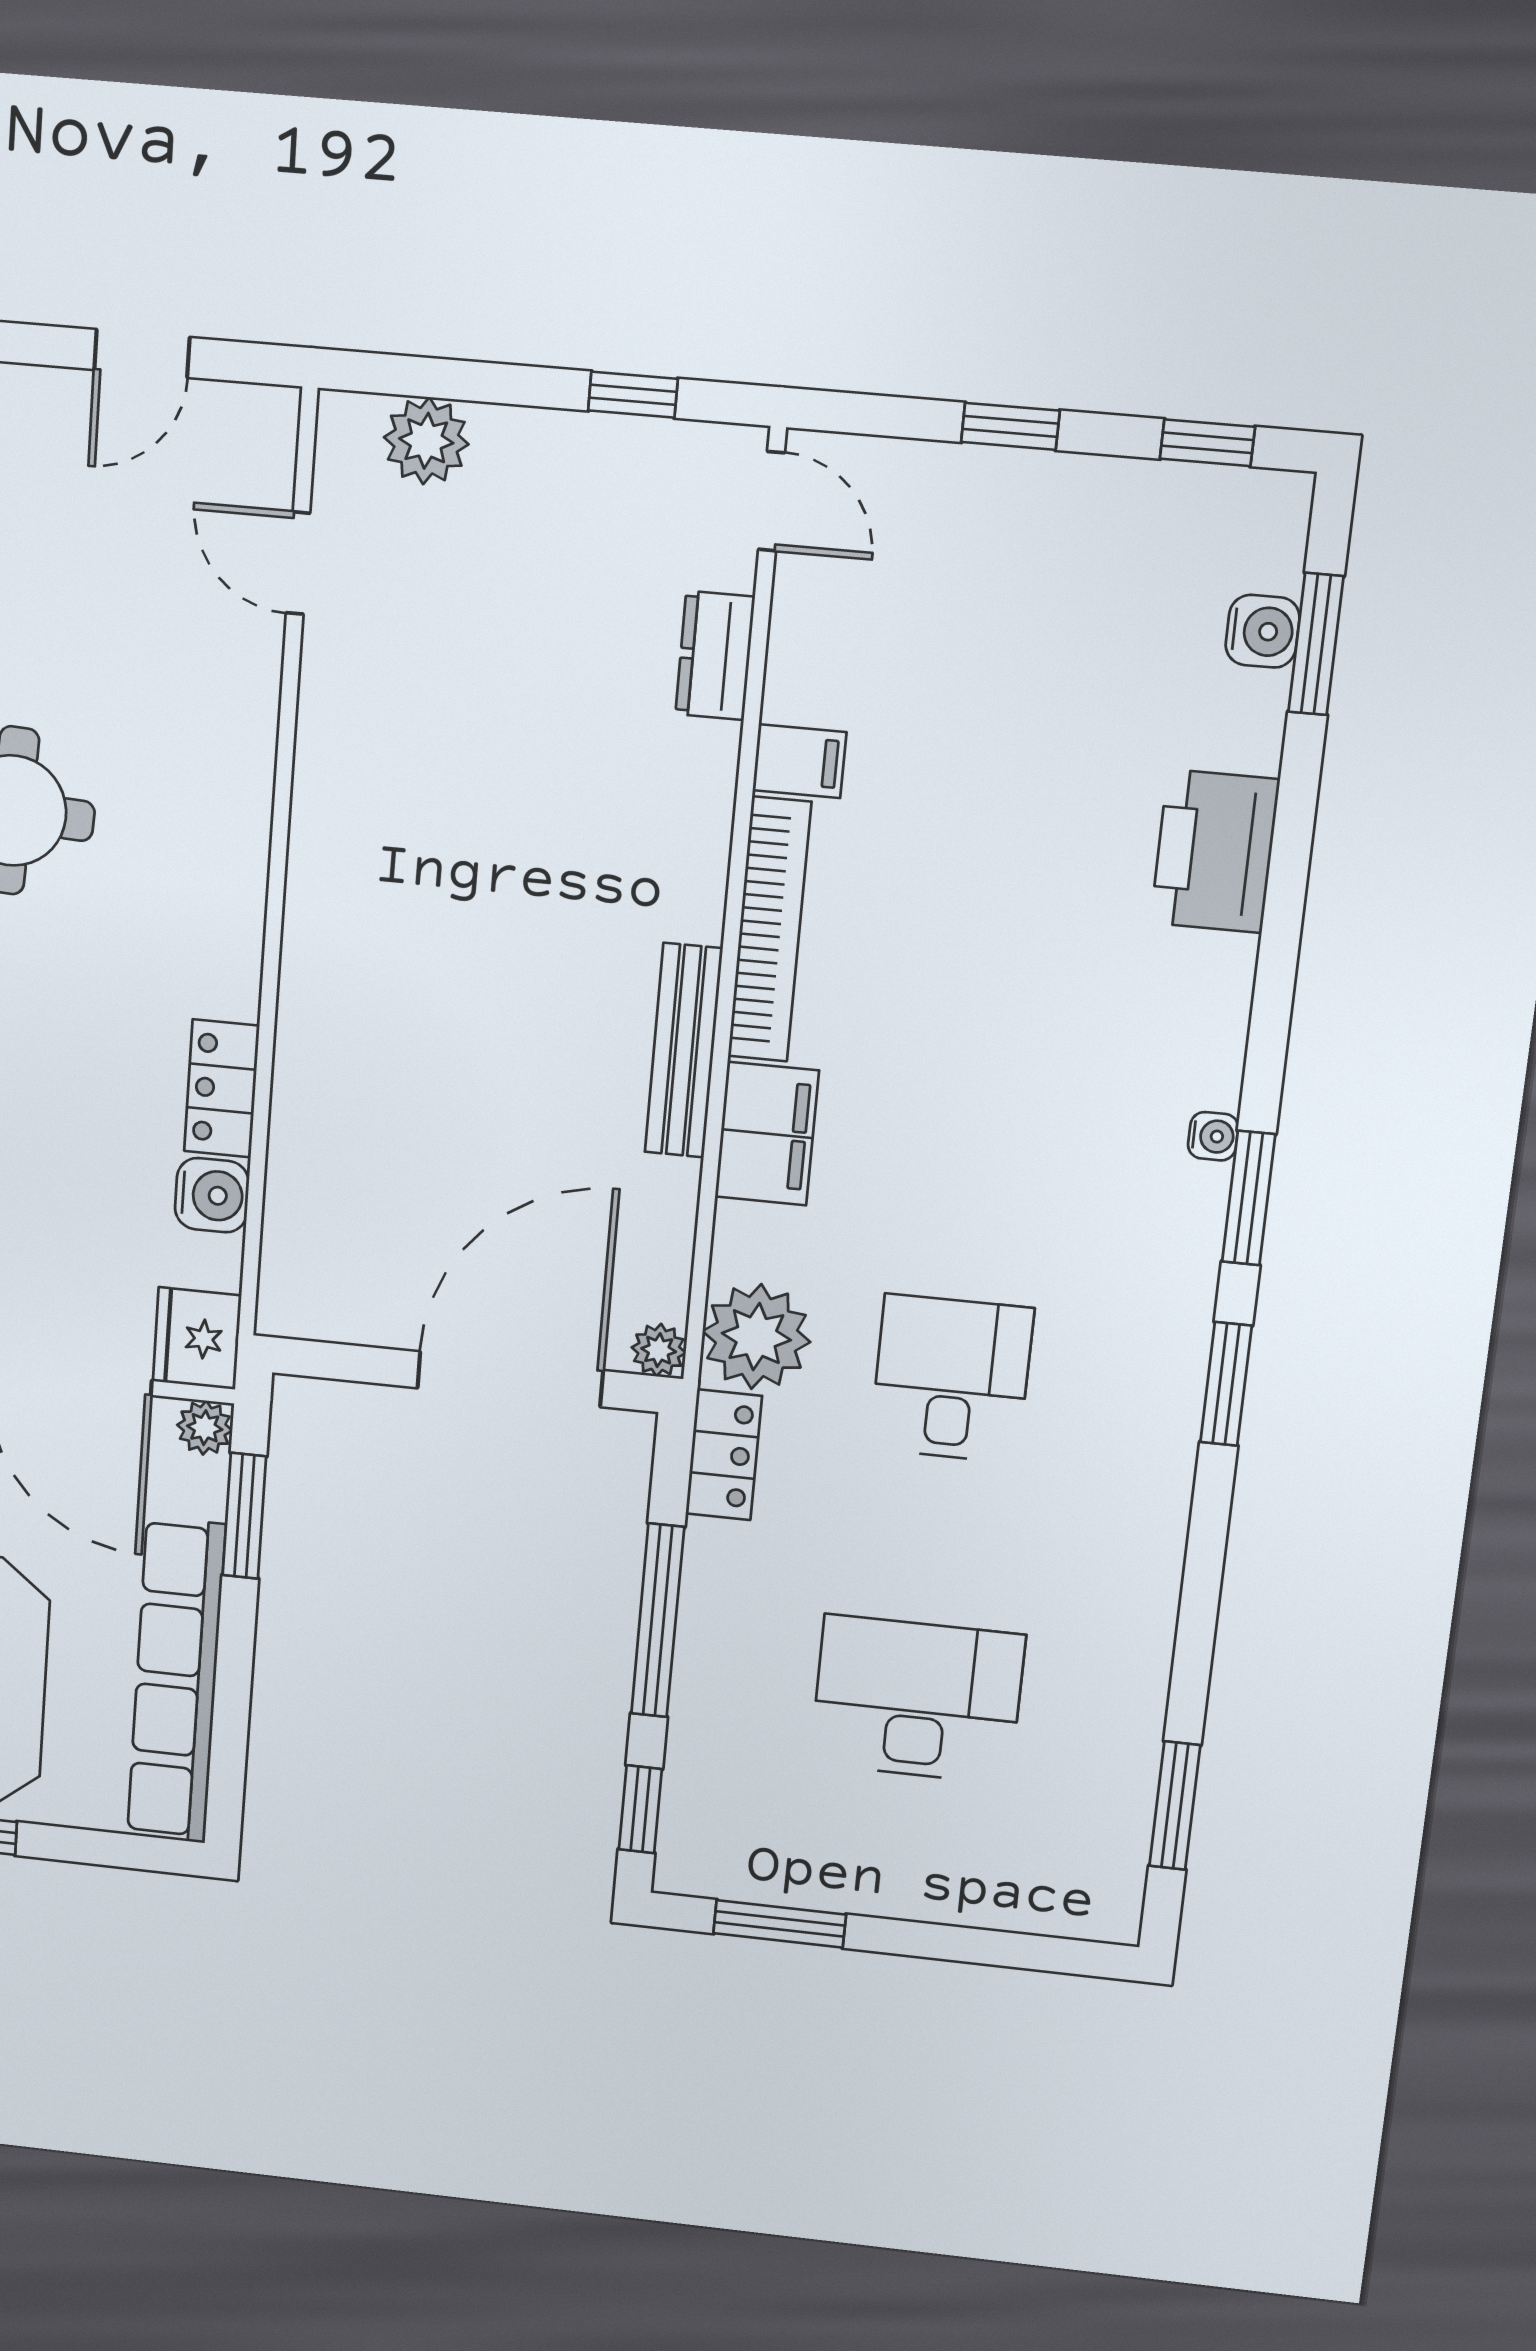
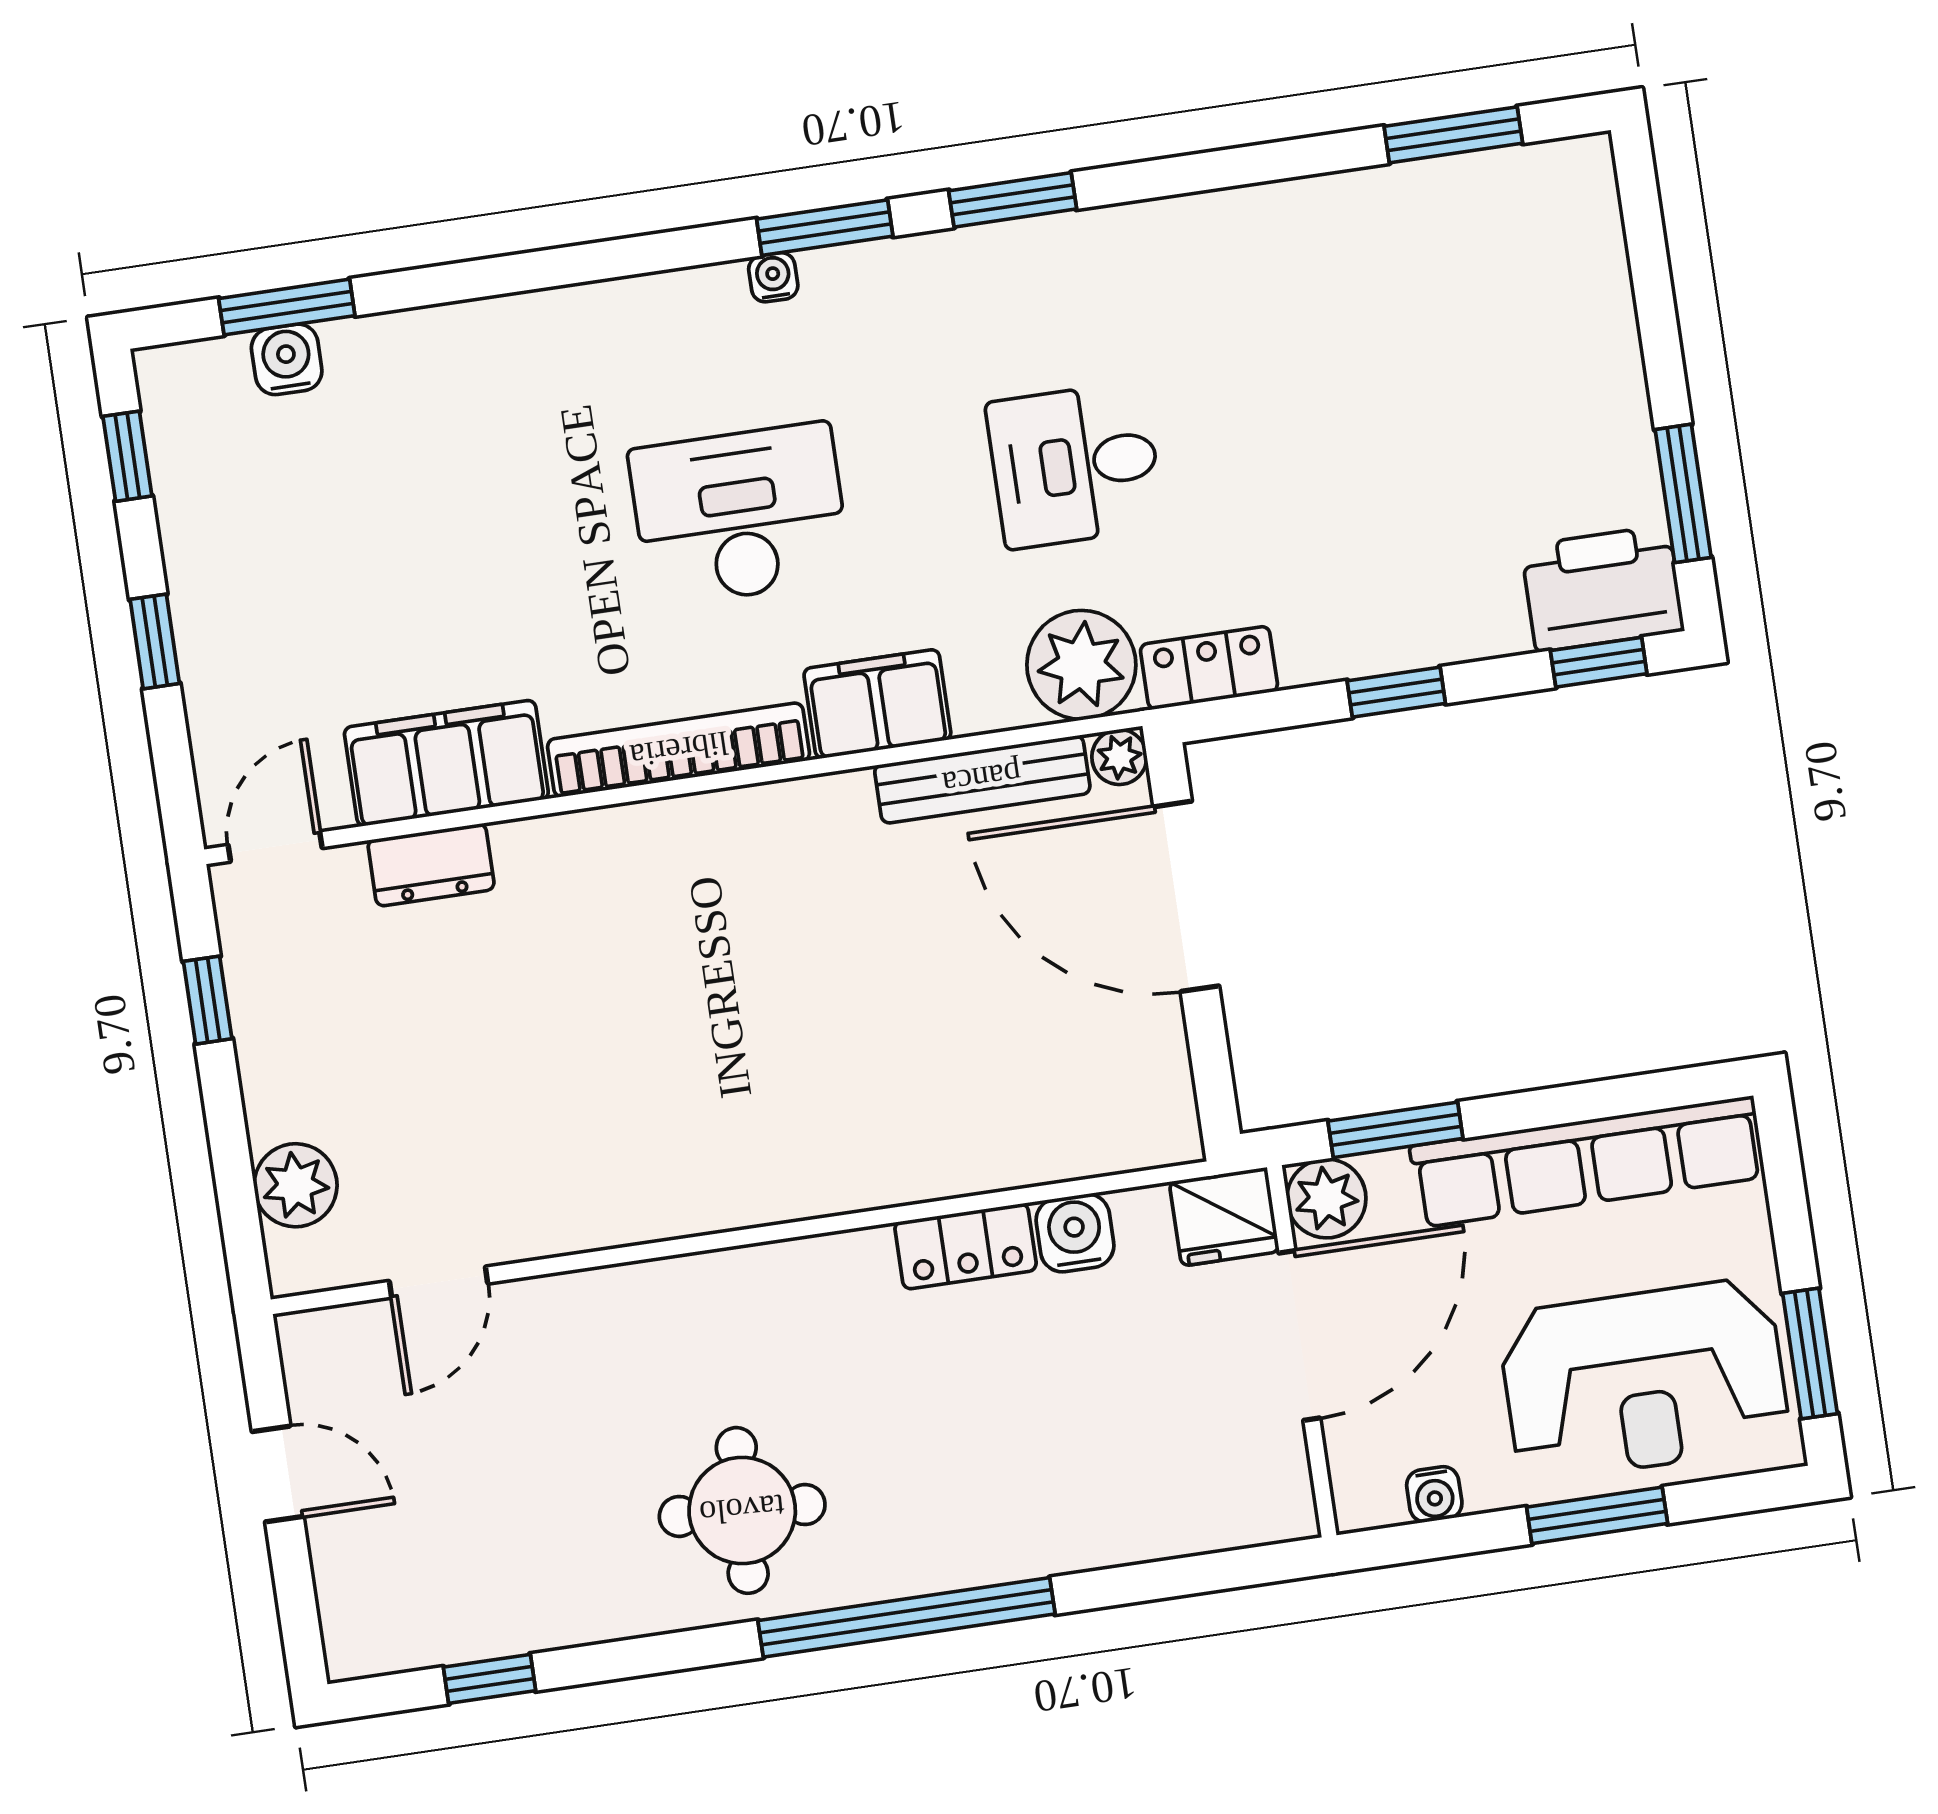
filing cabinet: (799, 761) -> (446, 763), width x3.00, depth x1.17
printer: (1215, 851) -> (1603, 588), moved, turned 180
bench: (684, 1051) -> (982, 779), moved
plant: (205, 1428) -> (1326, 1198), width x1.38, depth x1.38
window: (658, 1621) -> (1396, 692), width x0.46
desk: (917, 1699) -> (740, 515), moved, turned 90

